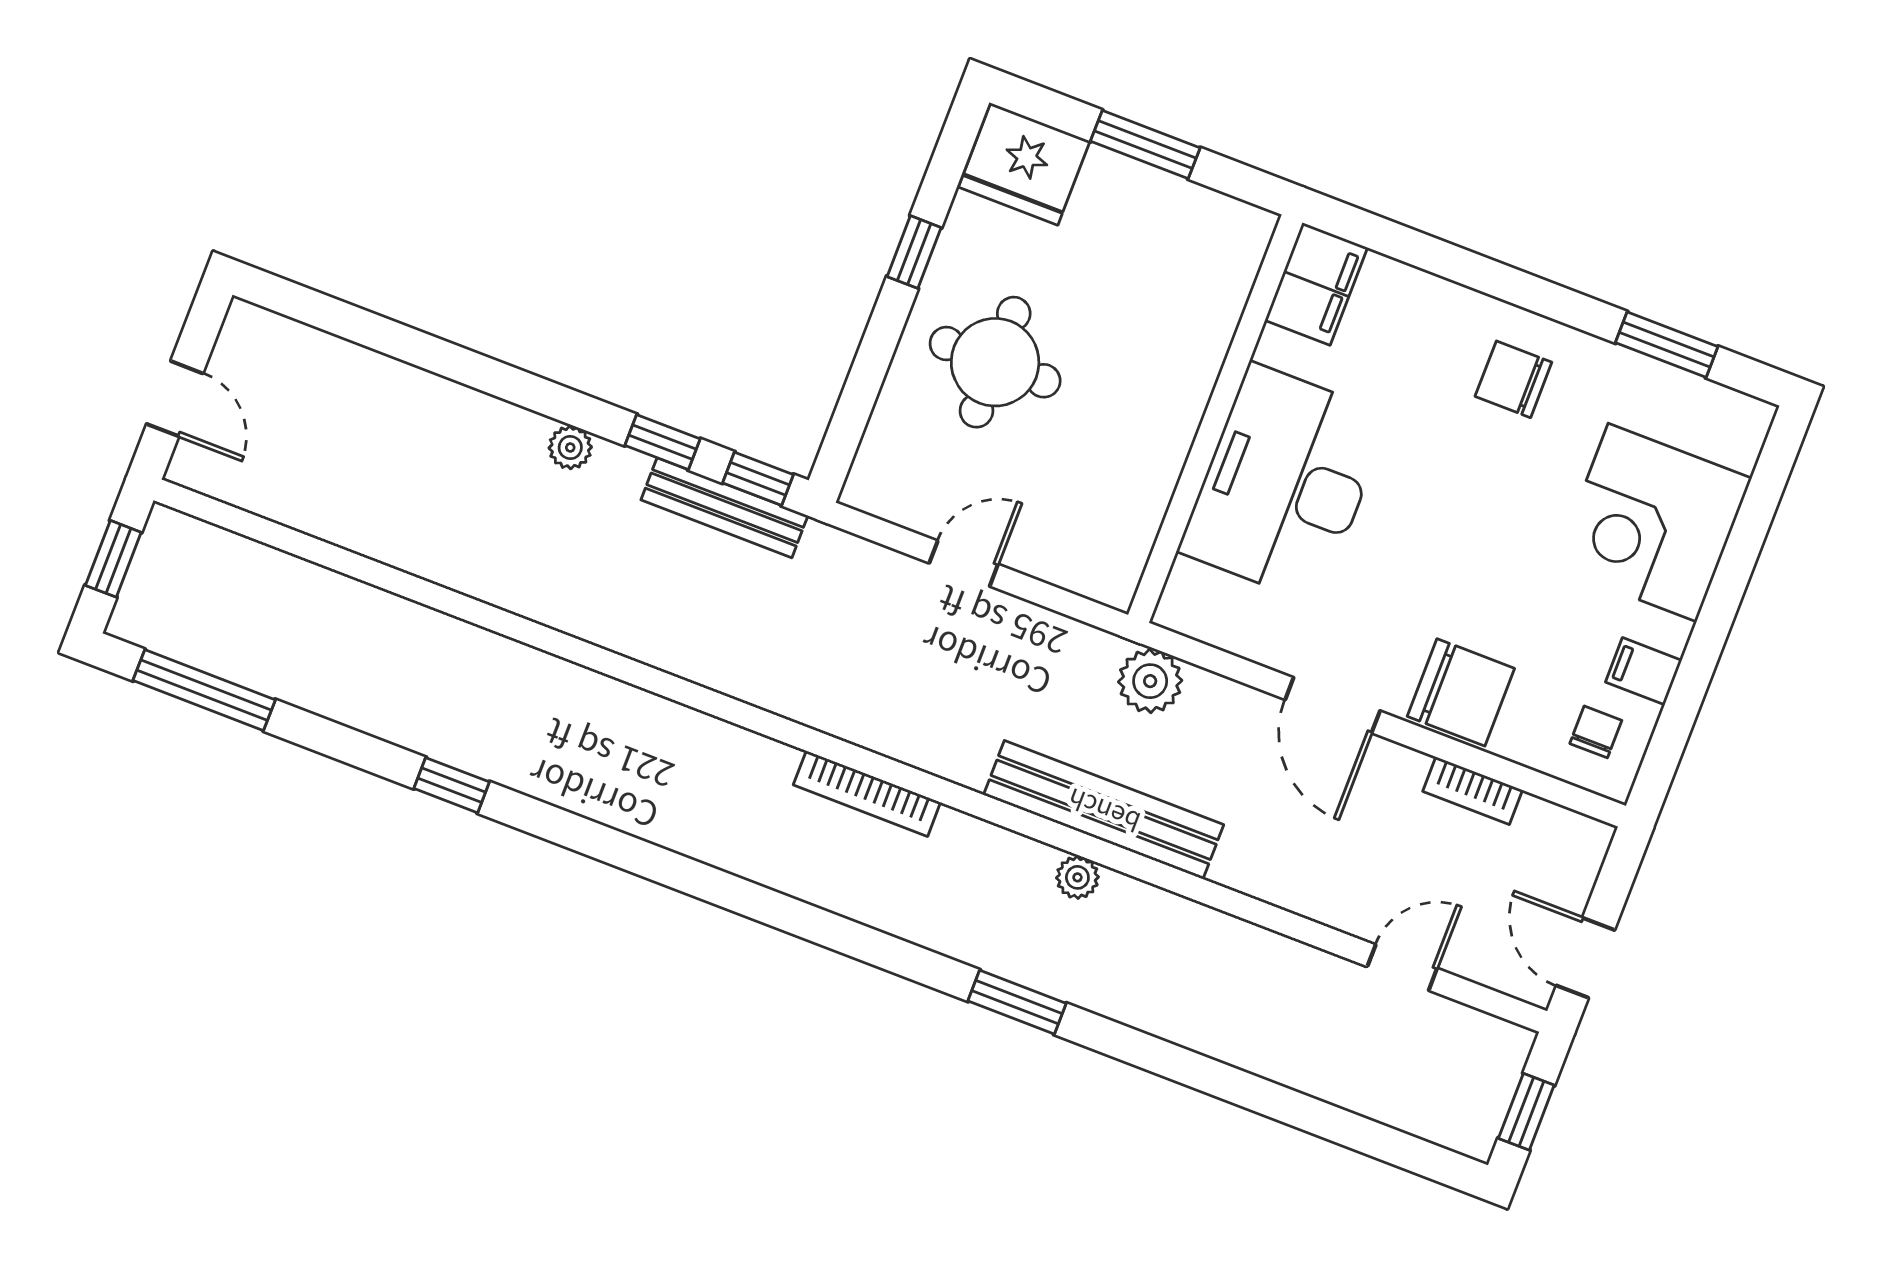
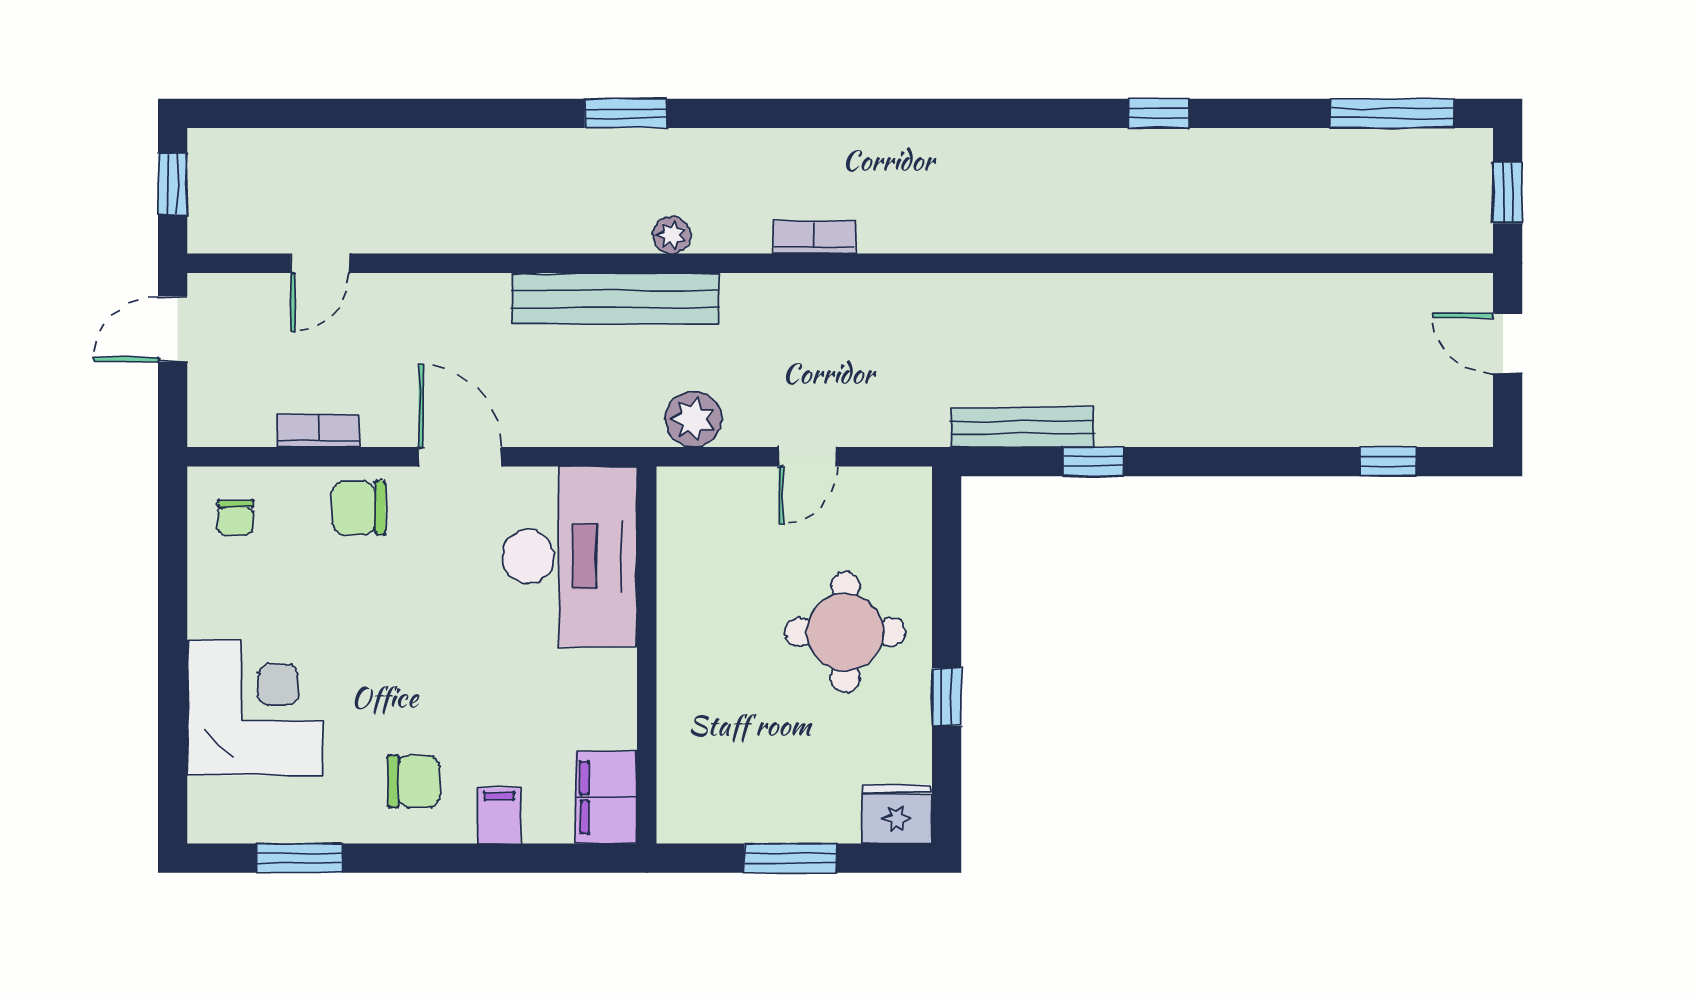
fridge: (1024, 164) -> (896, 814), width x0.73, depth x0.75
plant: (570, 448) -> (1167, 428), removed
window: (758, 479) -> (1388, 462), moved
desk: (1284, 483) -> (570, 557), moved
filing cabinet: (1644, 671) -> (499, 816), moved, turned -90
plant: (1150, 681) -> (693, 419), moved
chair: (1461, 692) -> (359, 508), width x0.73, depth x0.73
bookcase: (867, 794) -> (815, 237), width x0.64
plant: (1077, 877) -> (672, 235), moved
door: (1585, 958) -> (173, 329), swing flipped

